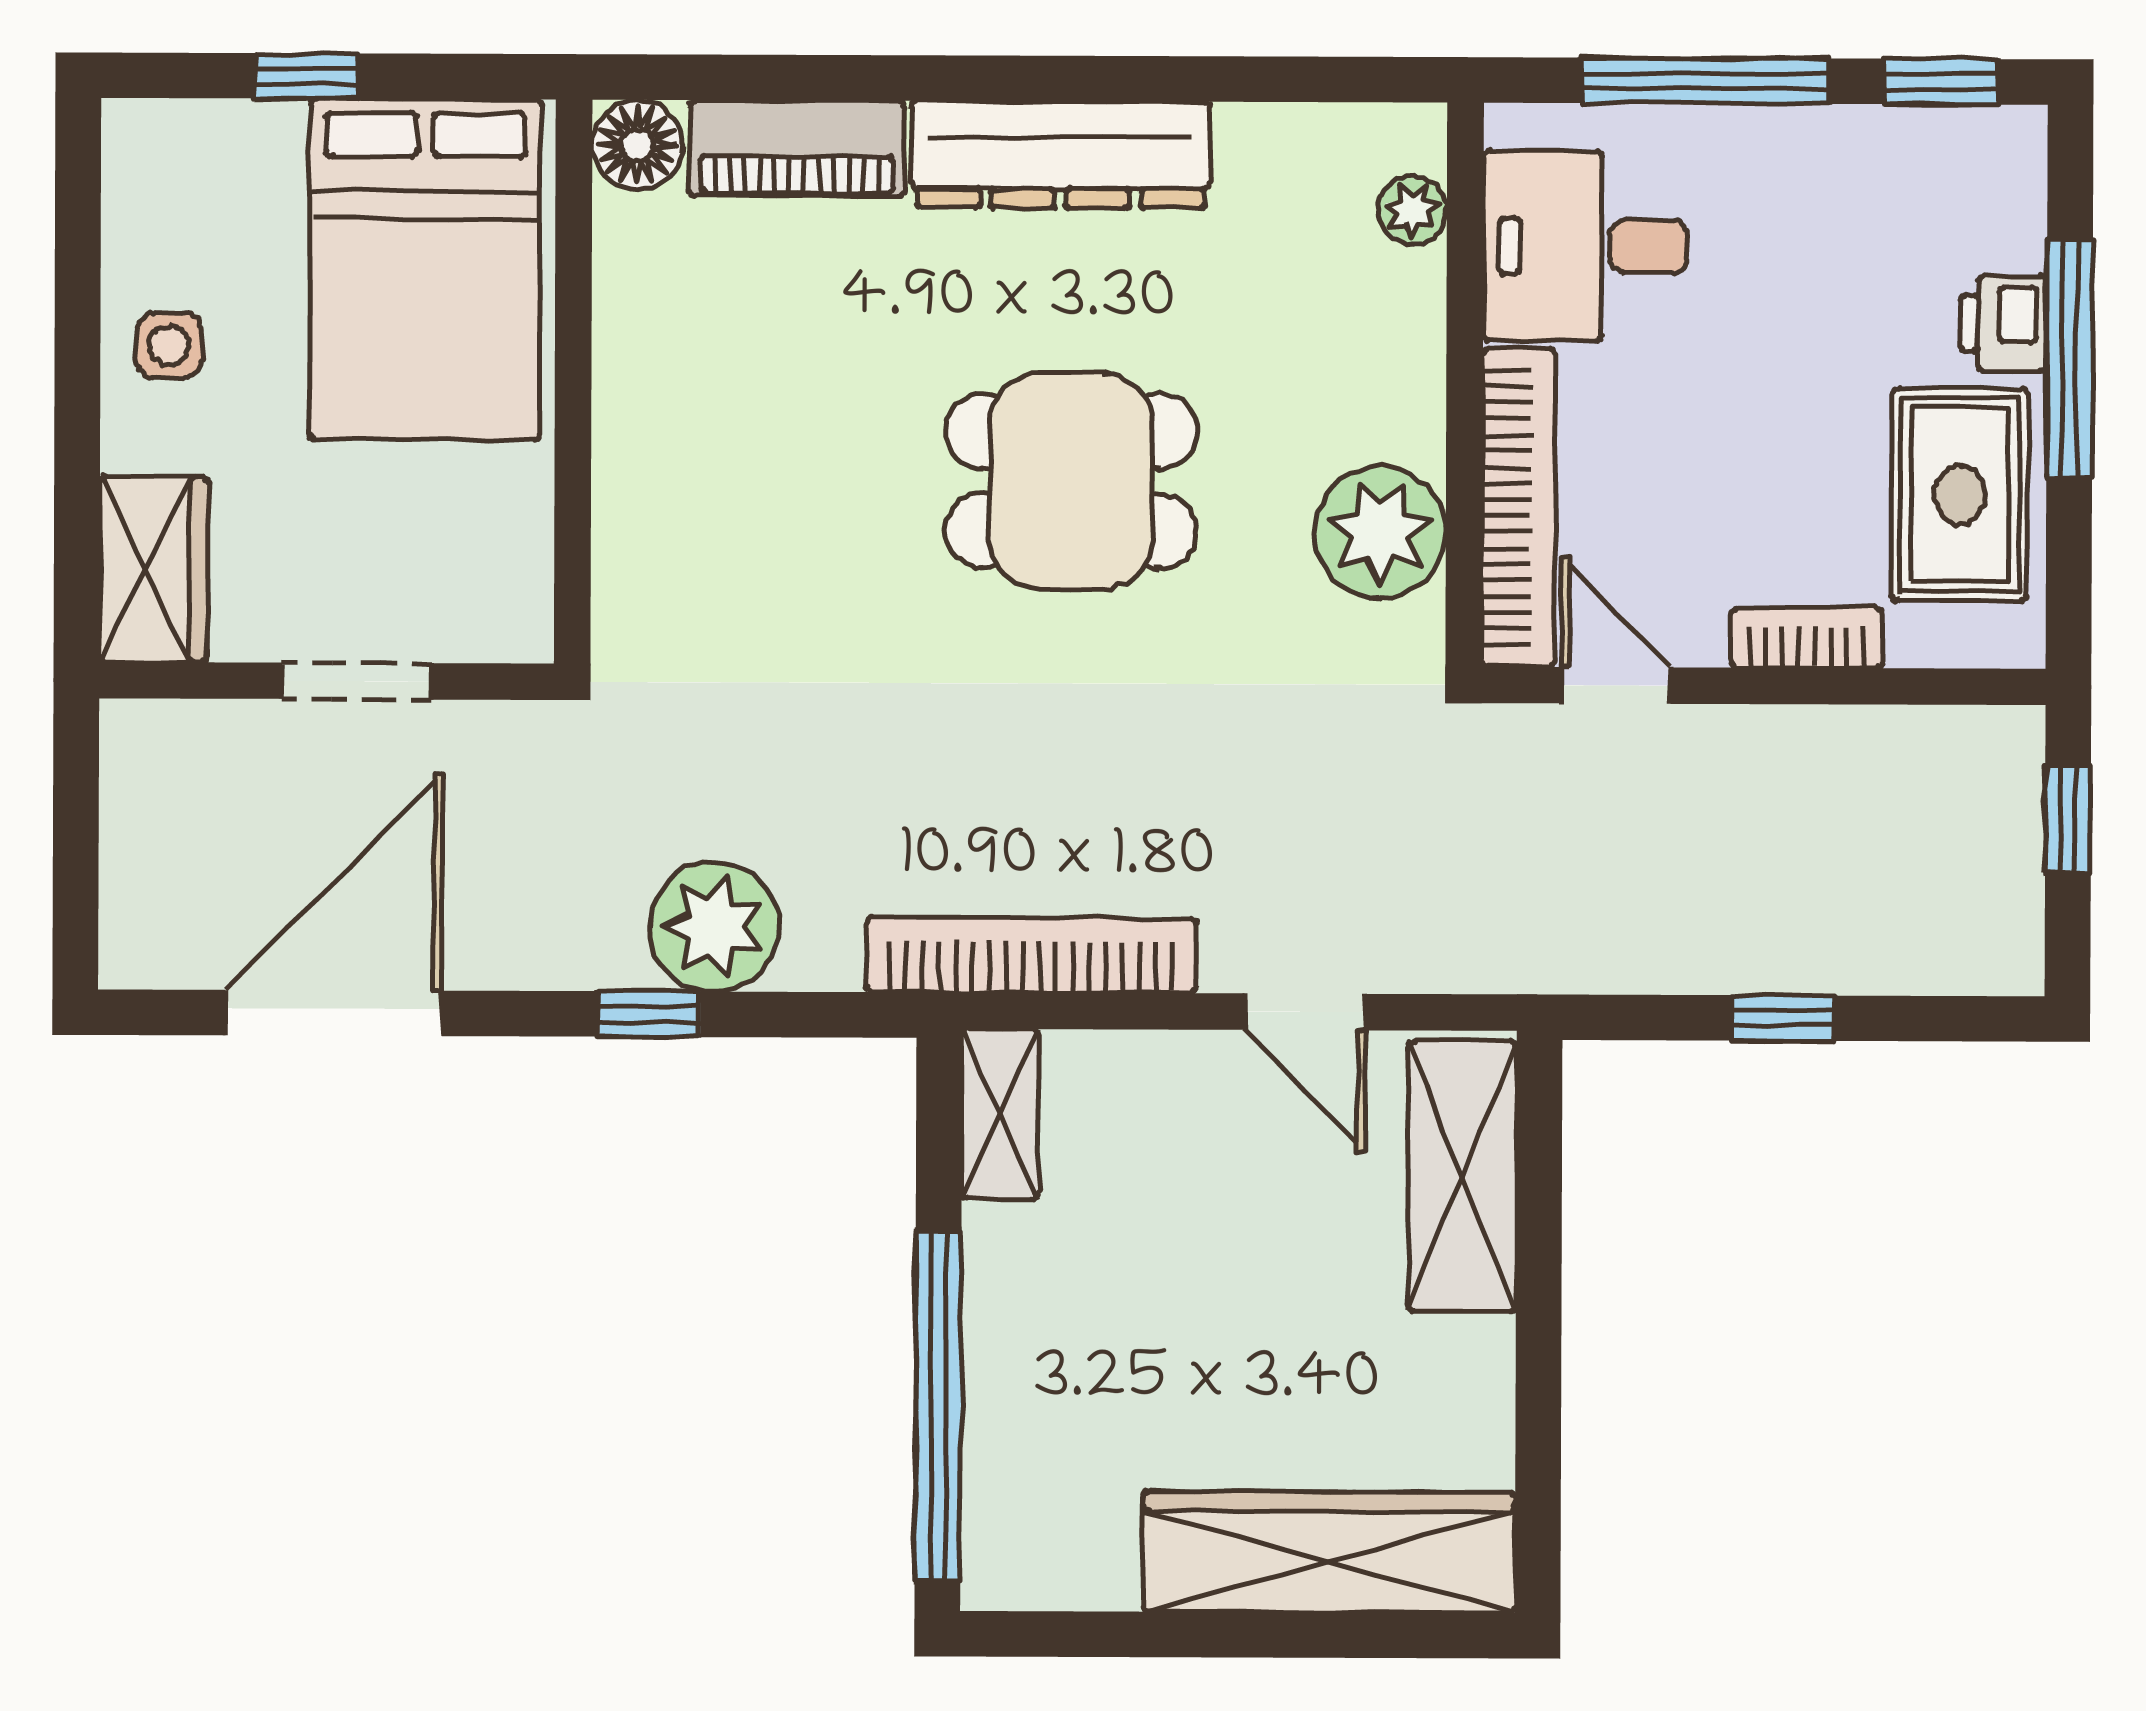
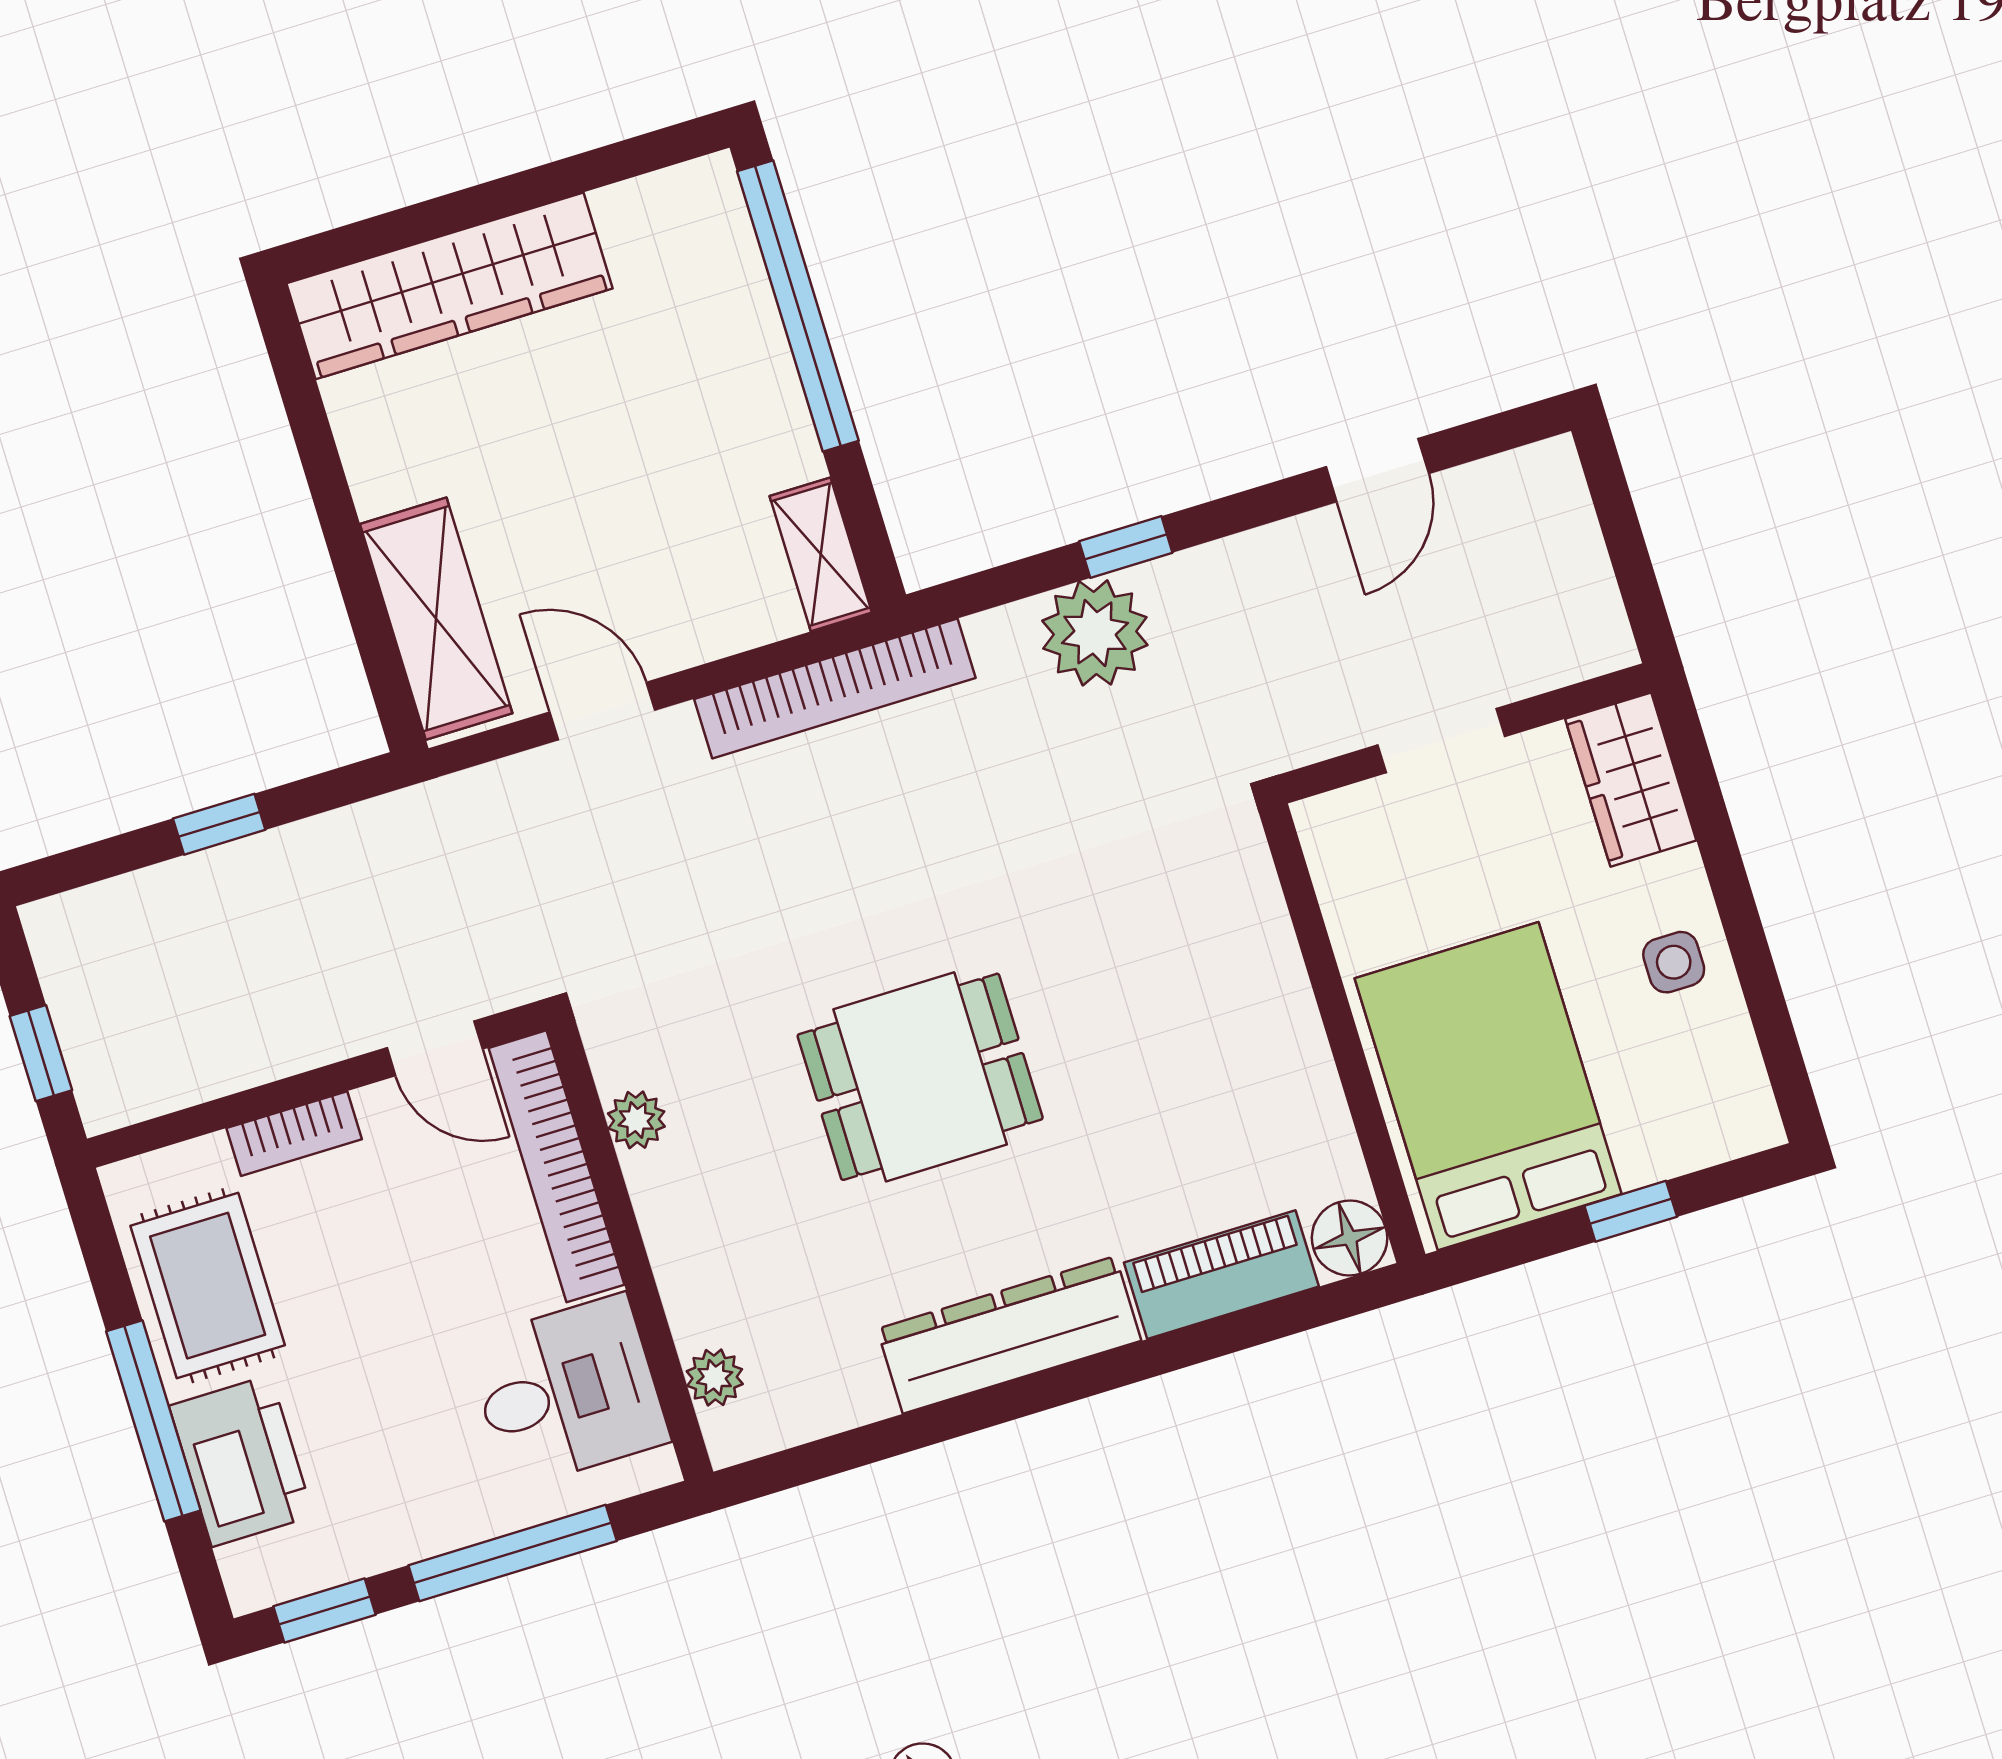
printer: (2004, 324) -> (241, 1461), width x1.87, depth x1.48
plant: (1380, 532) -> (636, 1120), width x0.53, depth x0.53
door: (334, 1013) -> (1377, 470), width x0.53

